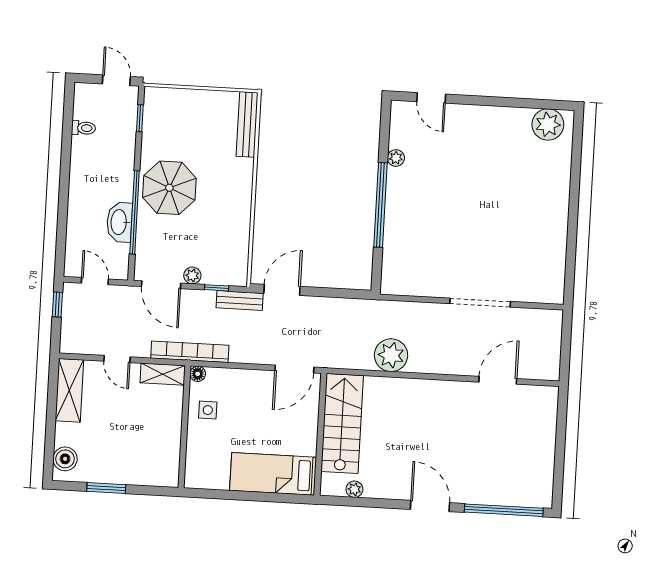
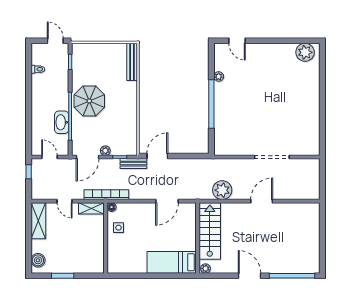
door: (161, 285) -> (88, 157), hinge flipped
door: (498, 380) -> (262, 201), moved
stairs: (342, 423) -> (210, 231), moved
wall: (320, 434) -> (198, 238), moved
bed: (273, 474) -> (172, 262), moved

